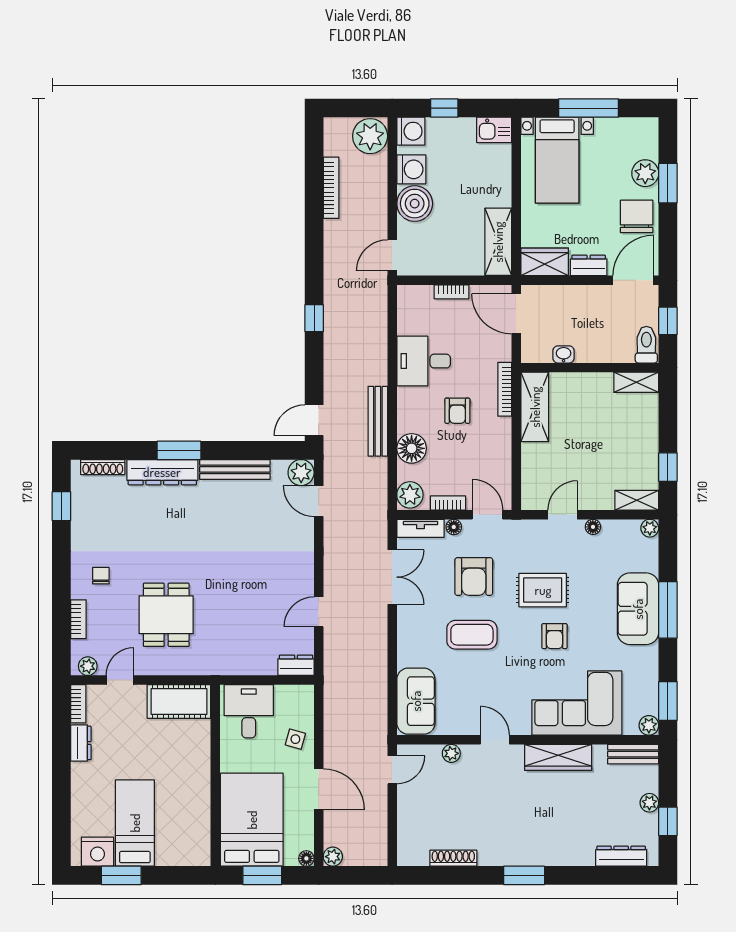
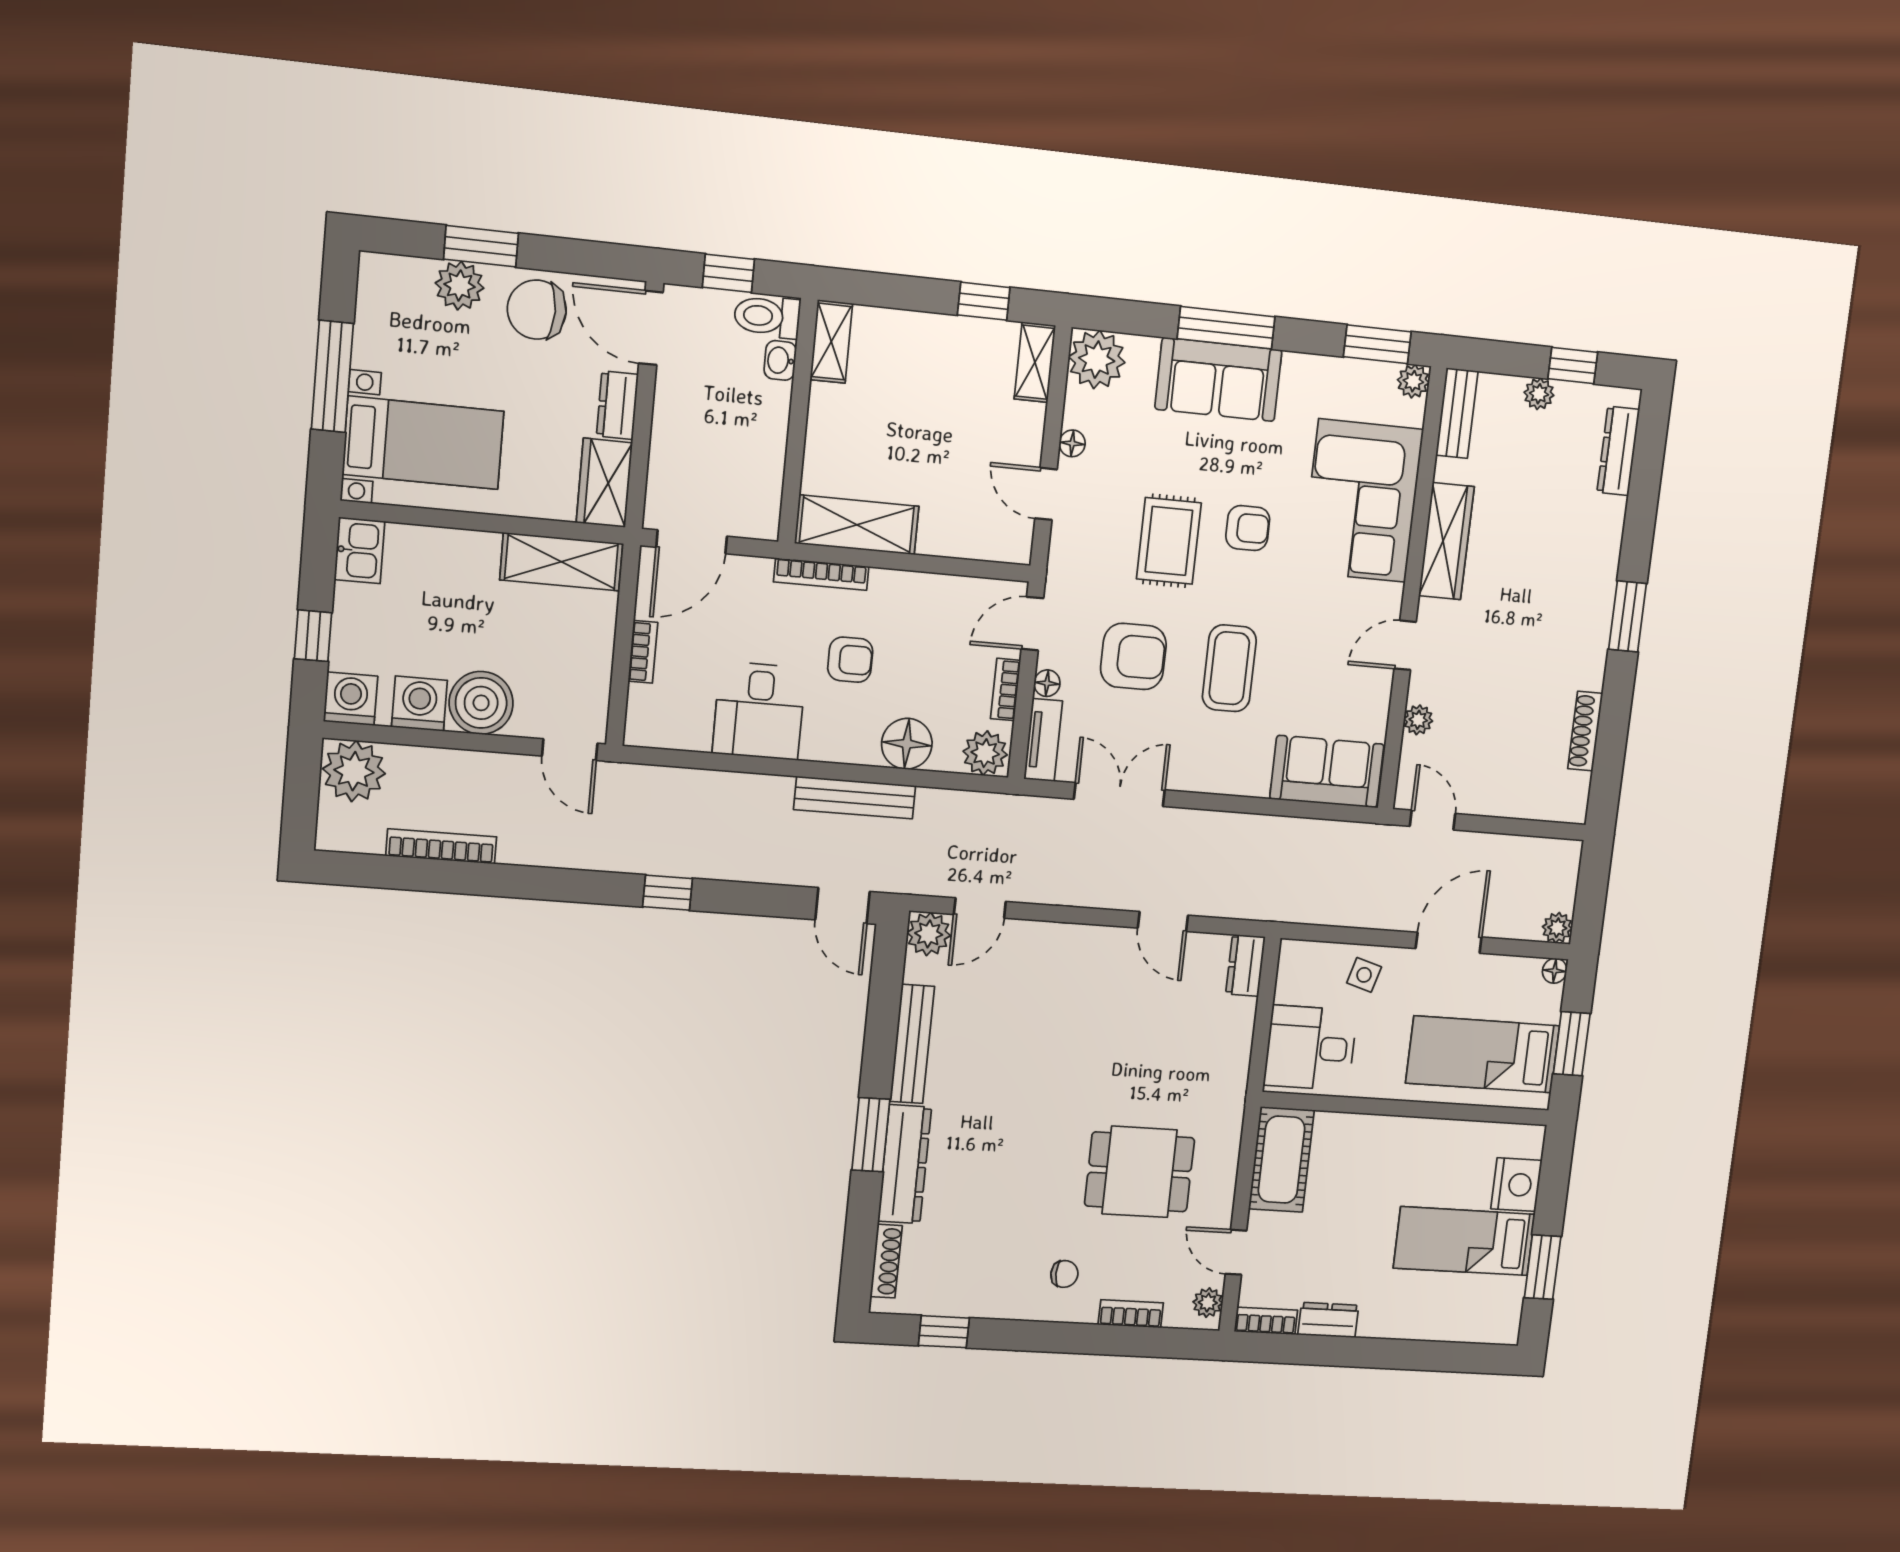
washbasin: (564, 354) -> (780, 360), moved
plant: (650, 528) -> (1097, 360), width x1.87, depth x1.87
chair: (101, 576) -> (1064, 1274), turned 180
bed: (252, 820) -> (1483, 1054), width x0.67
nightstand: (98, 852) -> (1516, 1185), moved

